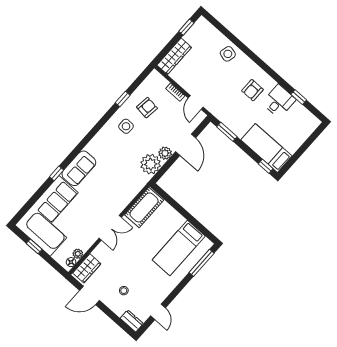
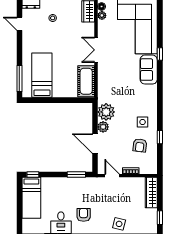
bed: (266, 148) -> (31, 198), moved, turned 90

